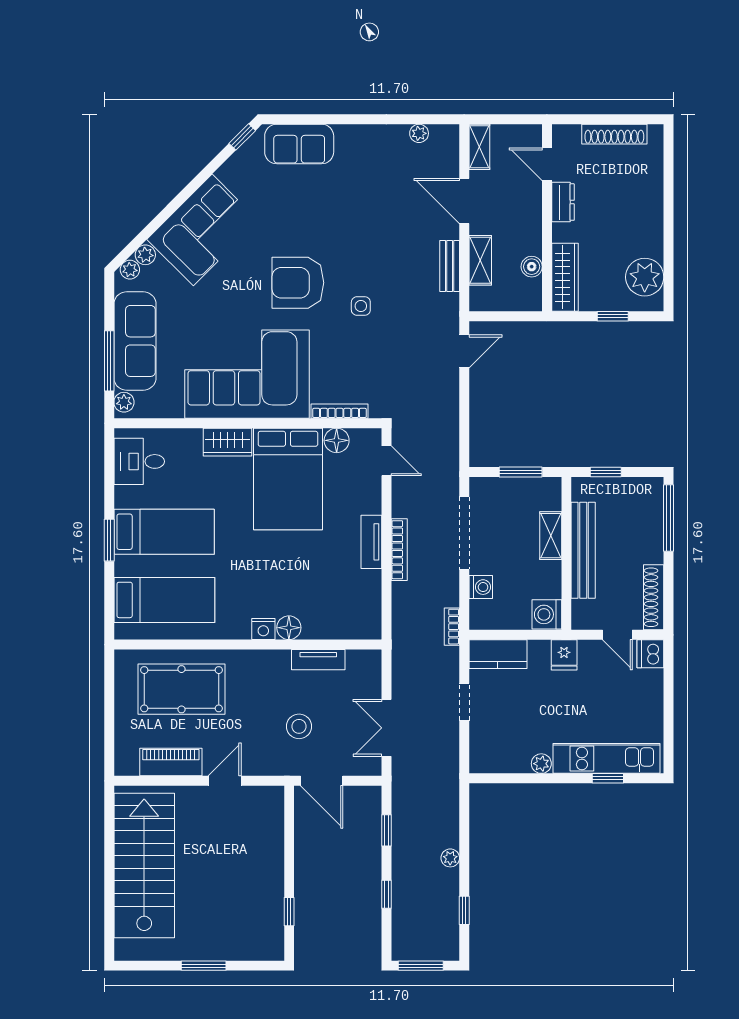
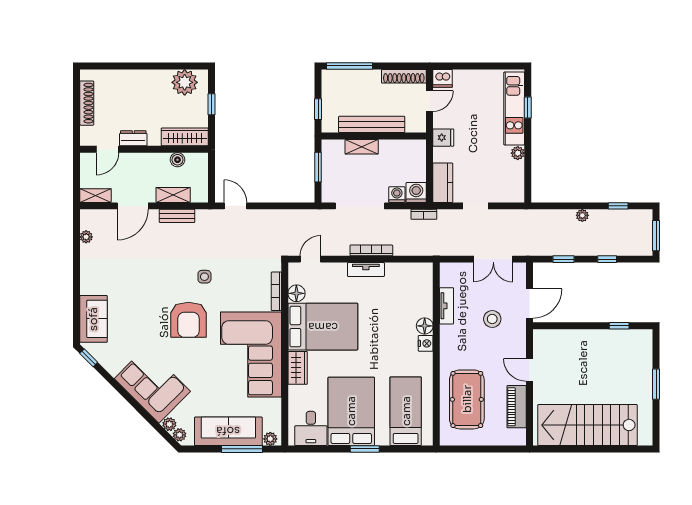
bed: (164, 532) -> (351, 411), width x1.50
washing machine: (547, 614) -> (416, 192), moved, turned 180

